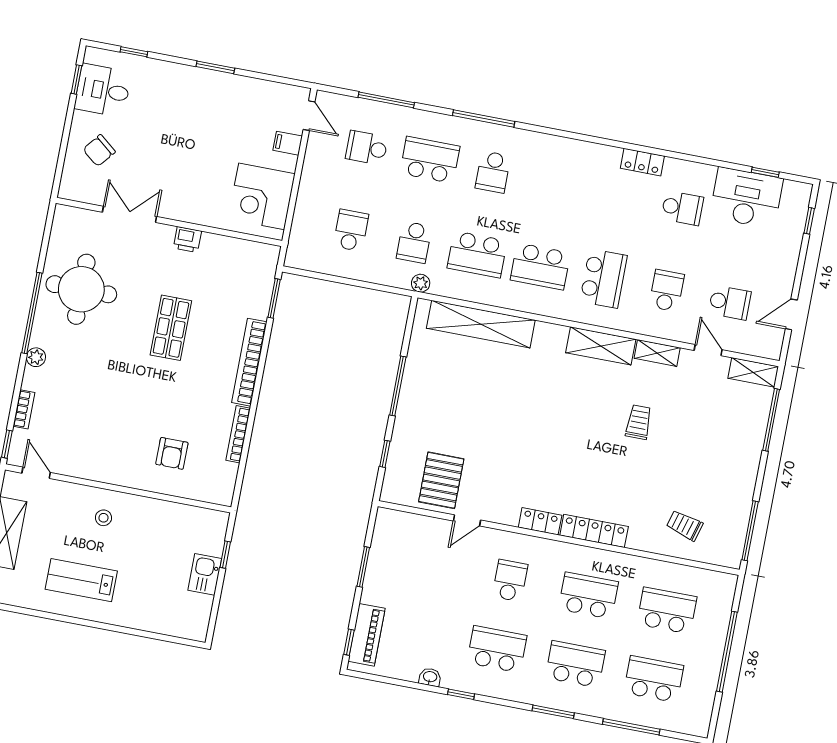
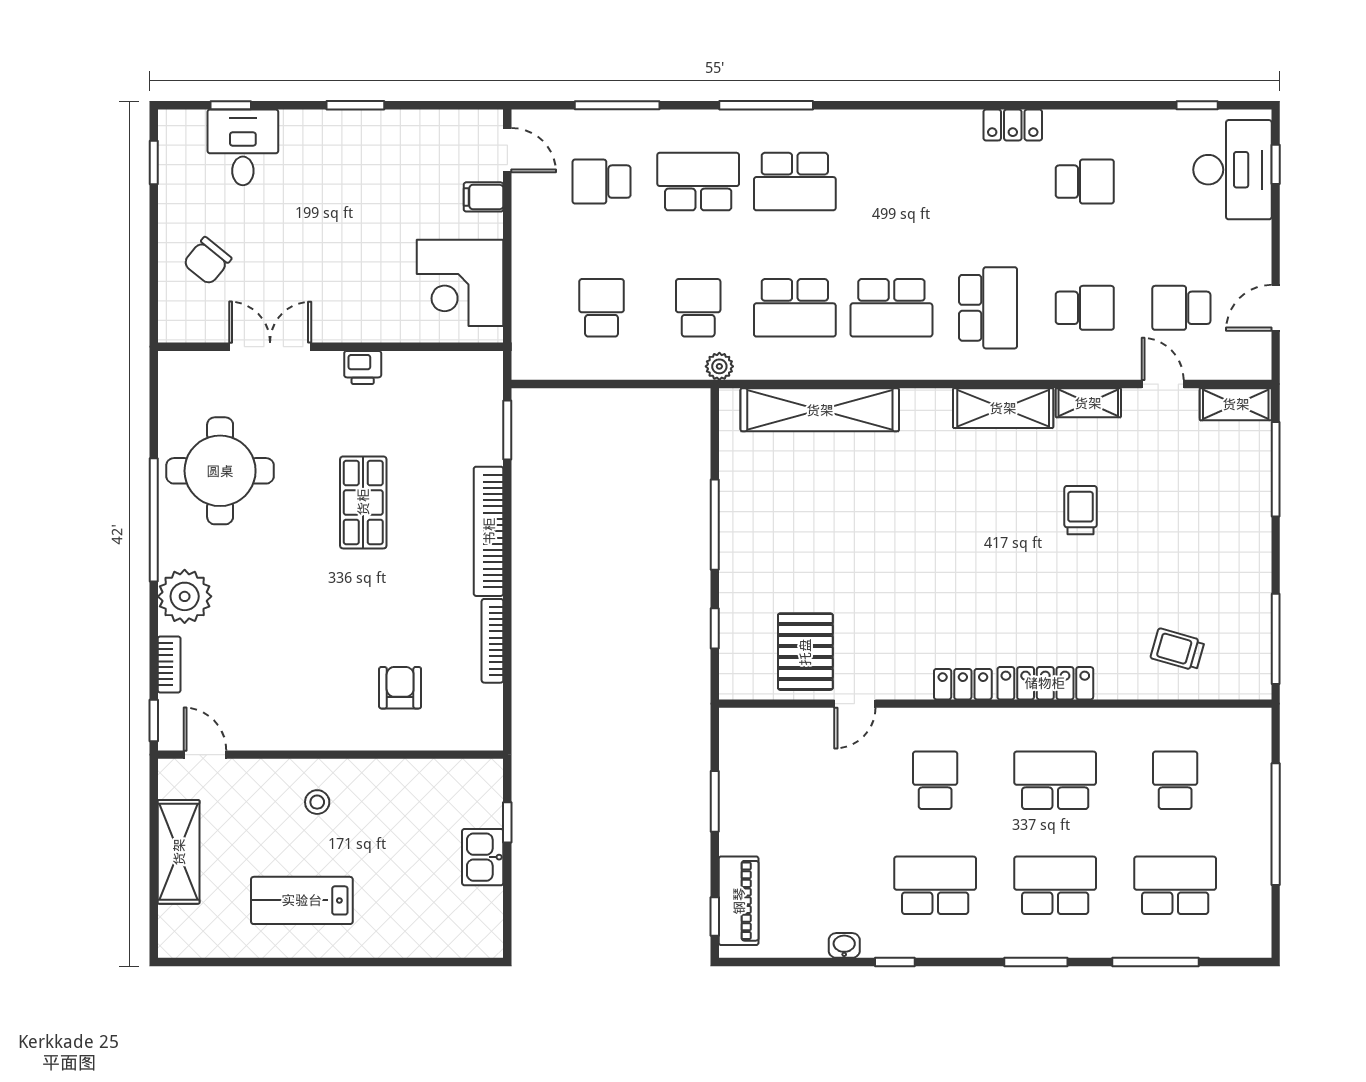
desk: (103, 90) -> (243, 147), moved, turned 90
school desk: (493, 172) -> (795, 182), width x1.85
desk: (746, 198) -> (1232, 170), moved, turned 90
school desk: (414, 242) -> (698, 308), turned 180
school desk: (667, 291) -> (1085, 308), turned 90
school desk: (730, 303) -> (1181, 308), turned 180
plant: (36, 357) -> (185, 596), width x1.87, depth x1.87
armchair: (172, 453) -> (400, 688), turned 180
school desk: (667, 610) -> (1175, 780), width x0.54

